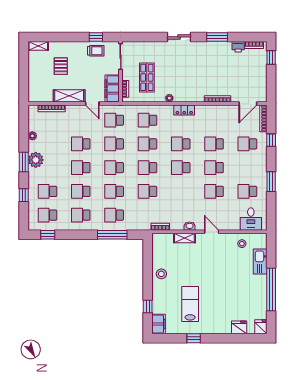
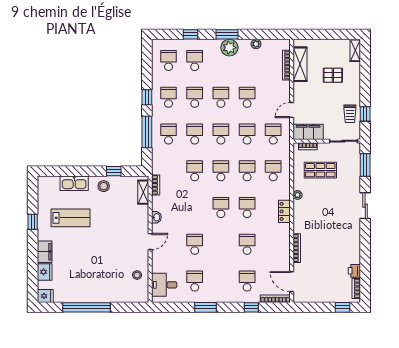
window: (217, 37) -> (365, 165), moved
shelving: (69, 96) -> (300, 64), moved
school desk: (214, 168) -> (221, 244), removed
window: (48, 235) -> (147, 97), moved
shelving: (184, 238) -> (143, 192), moved
kitchen sink: (260, 261) -> (74, 183), moved, turned 180
window: (148, 306) -> (114, 171), moved
filing cabinet: (159, 324) -> (45, 252), moved, turned -90

